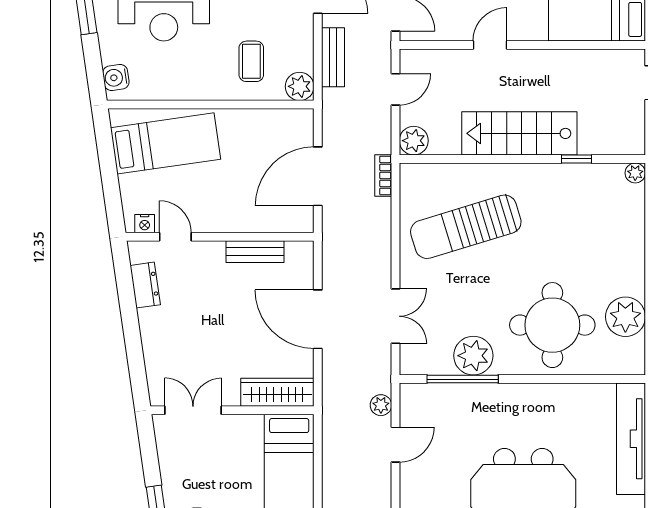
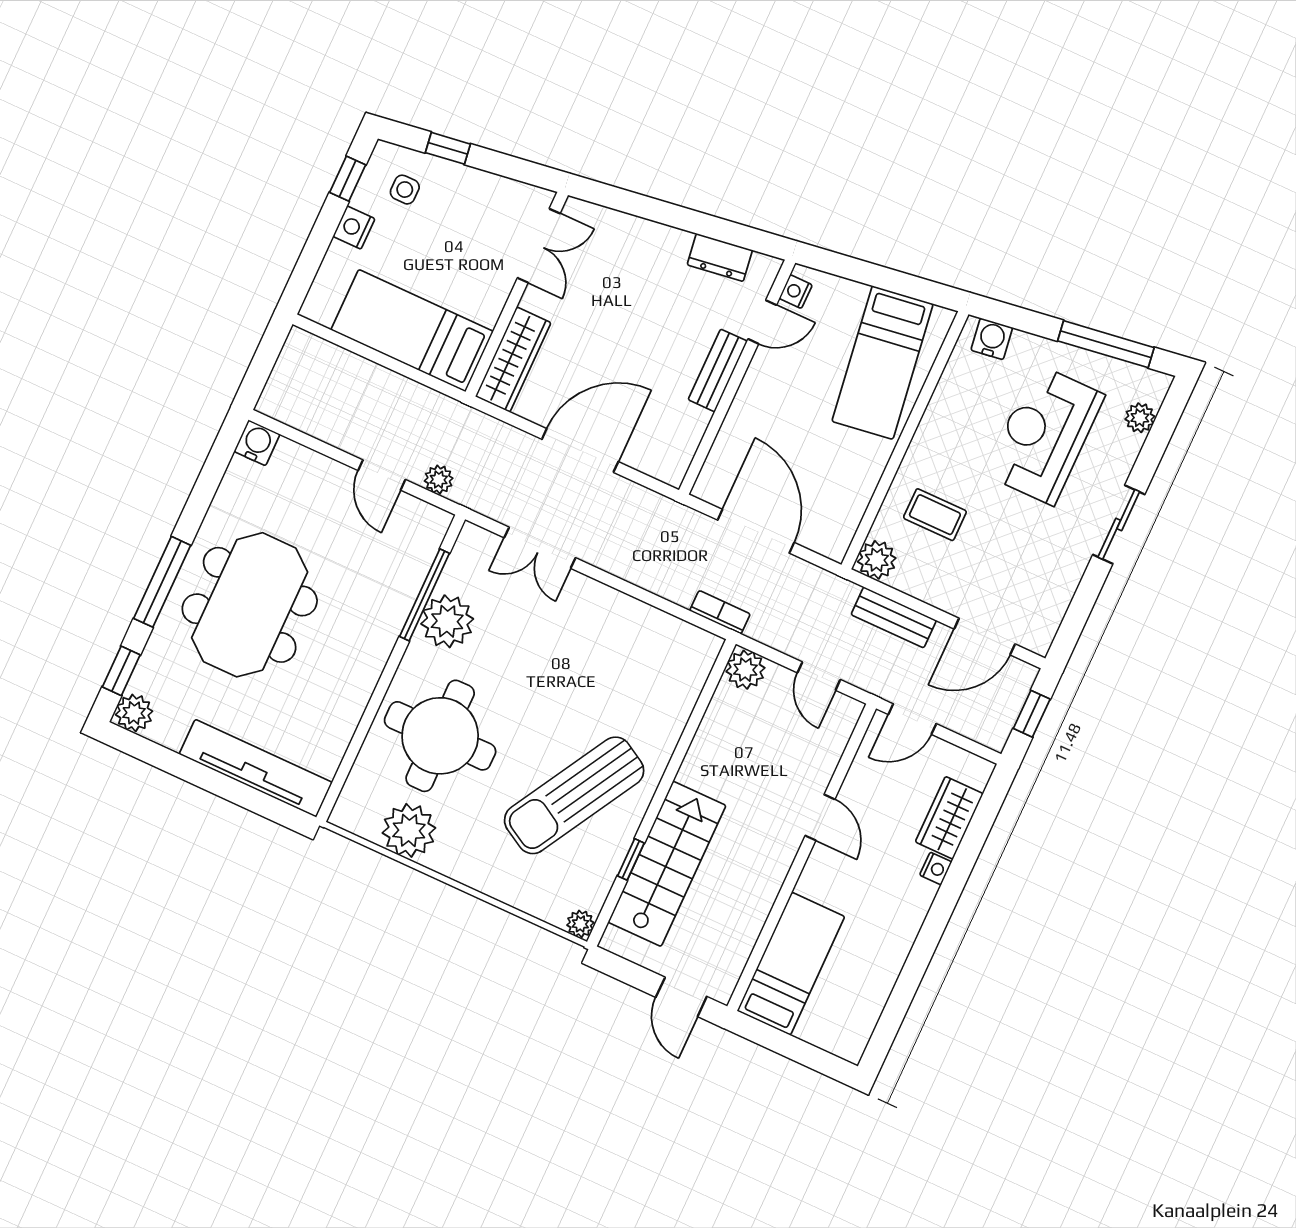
stairs: (519, 133) -> (667, 864), moved
sun lounger: (466, 227) -> (574, 795), moved, turned -133
bench: (255, 252) -> (718, 370), moved

